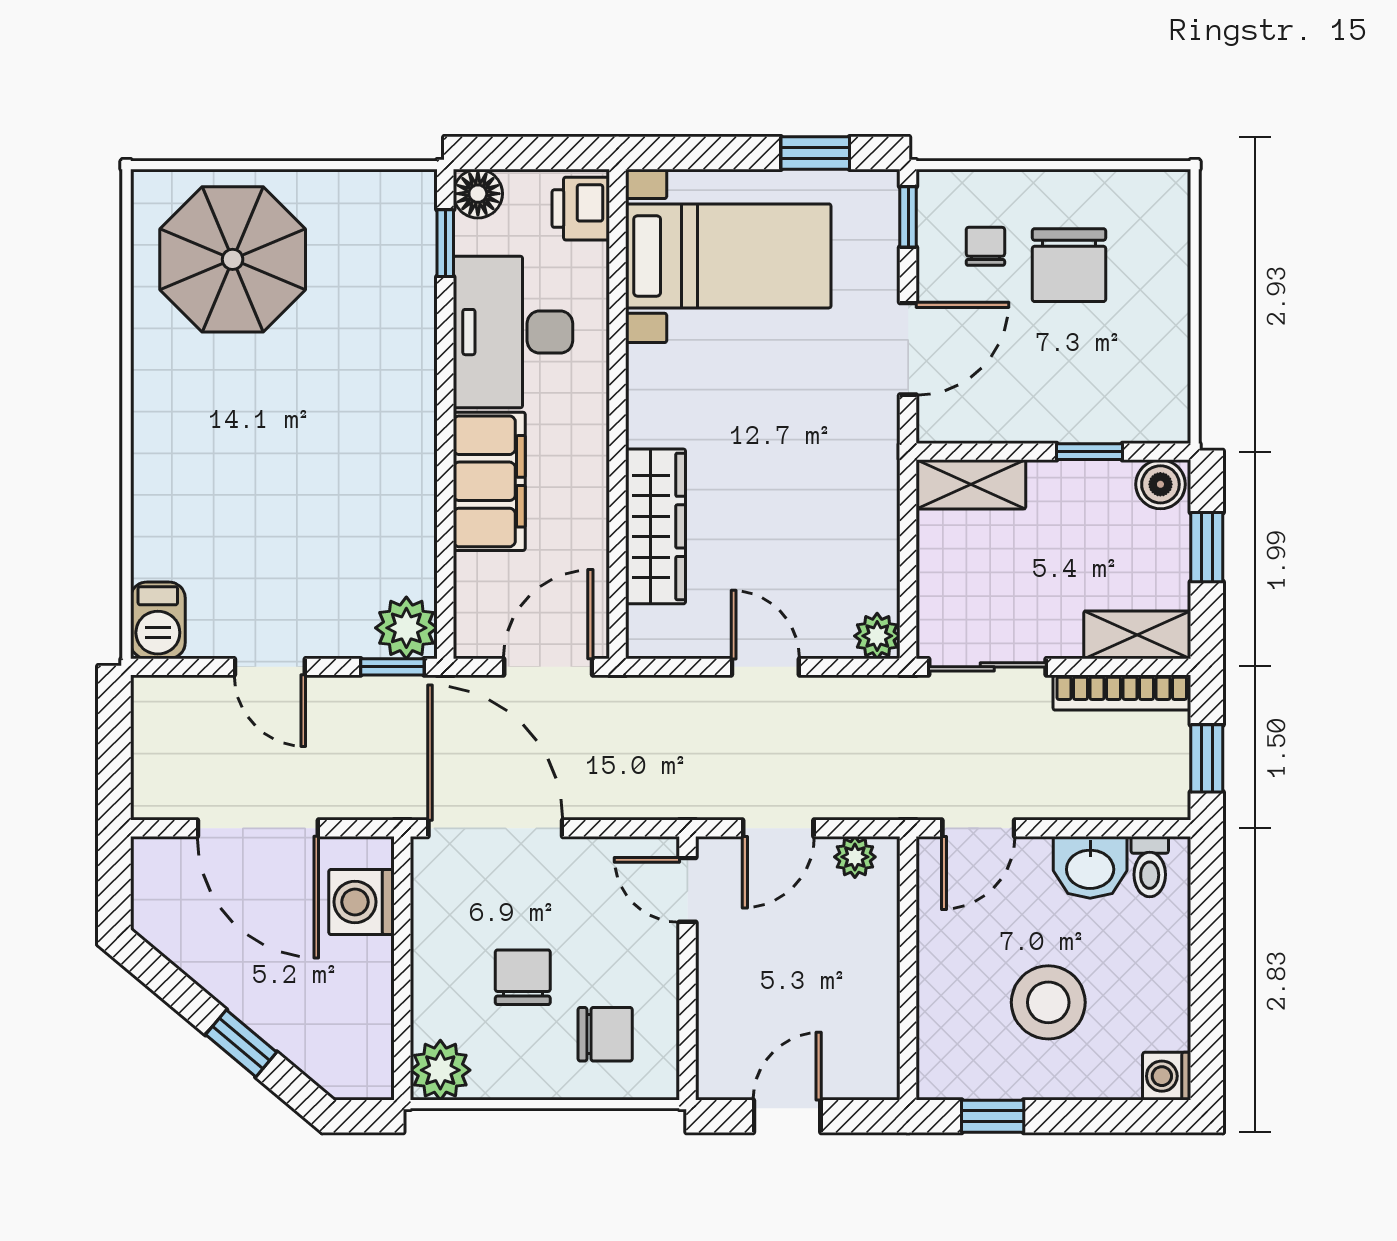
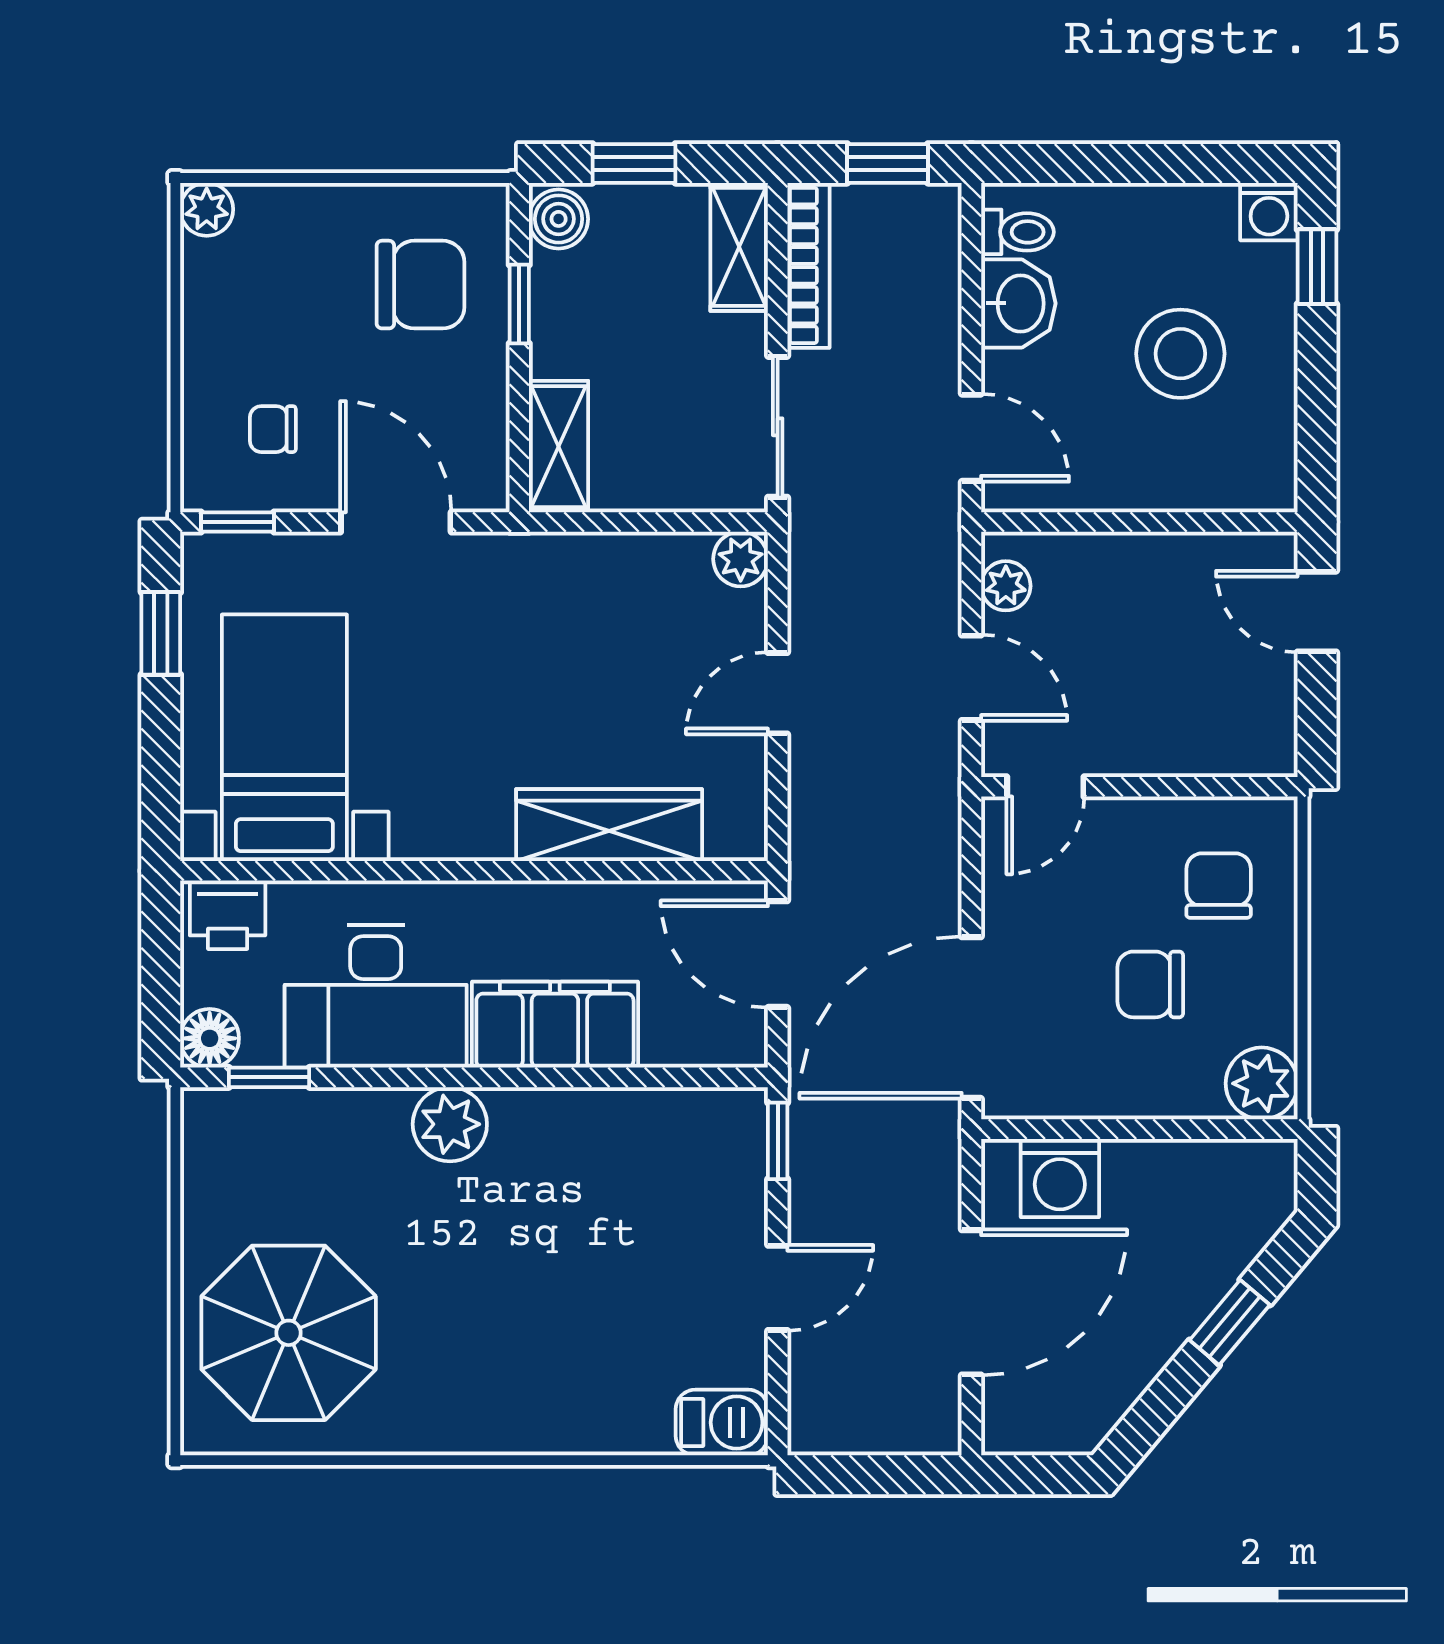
plant: (1168, 191) -> (207, 209), added
chair: (1069, 265) -> (421, 285), moved
plant: (406, 628) -> (450, 1124), moved
door: (787, 1116) -> (1317, 612), moved
window: (993, 1116) -> (1317, 267), moved

